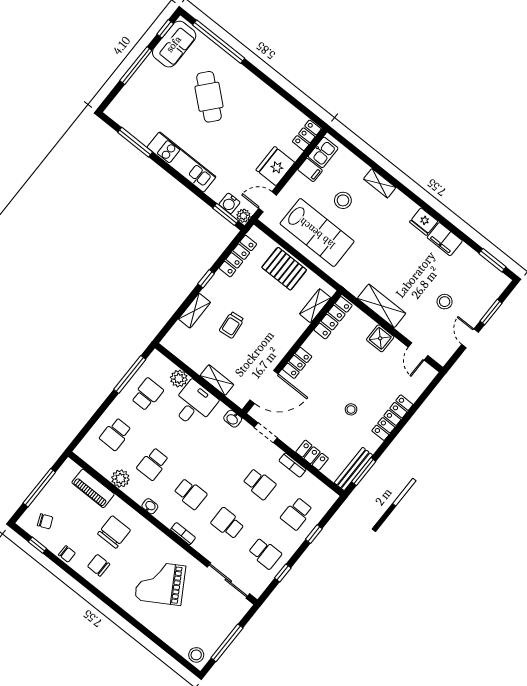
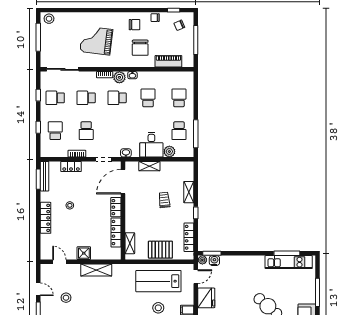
kitchen unit: (182, 162) -> (289, 262), moved
locker: (333, 318) -> (116, 233), moved
plant: (120, 479) -> (119, 77), moved
school desk: (259, 484) -> (86, 131), turned -90
school desk: (228, 523) -> (86, 98), turned 180
grand piano: (160, 583) -> (96, 41), turned -142

